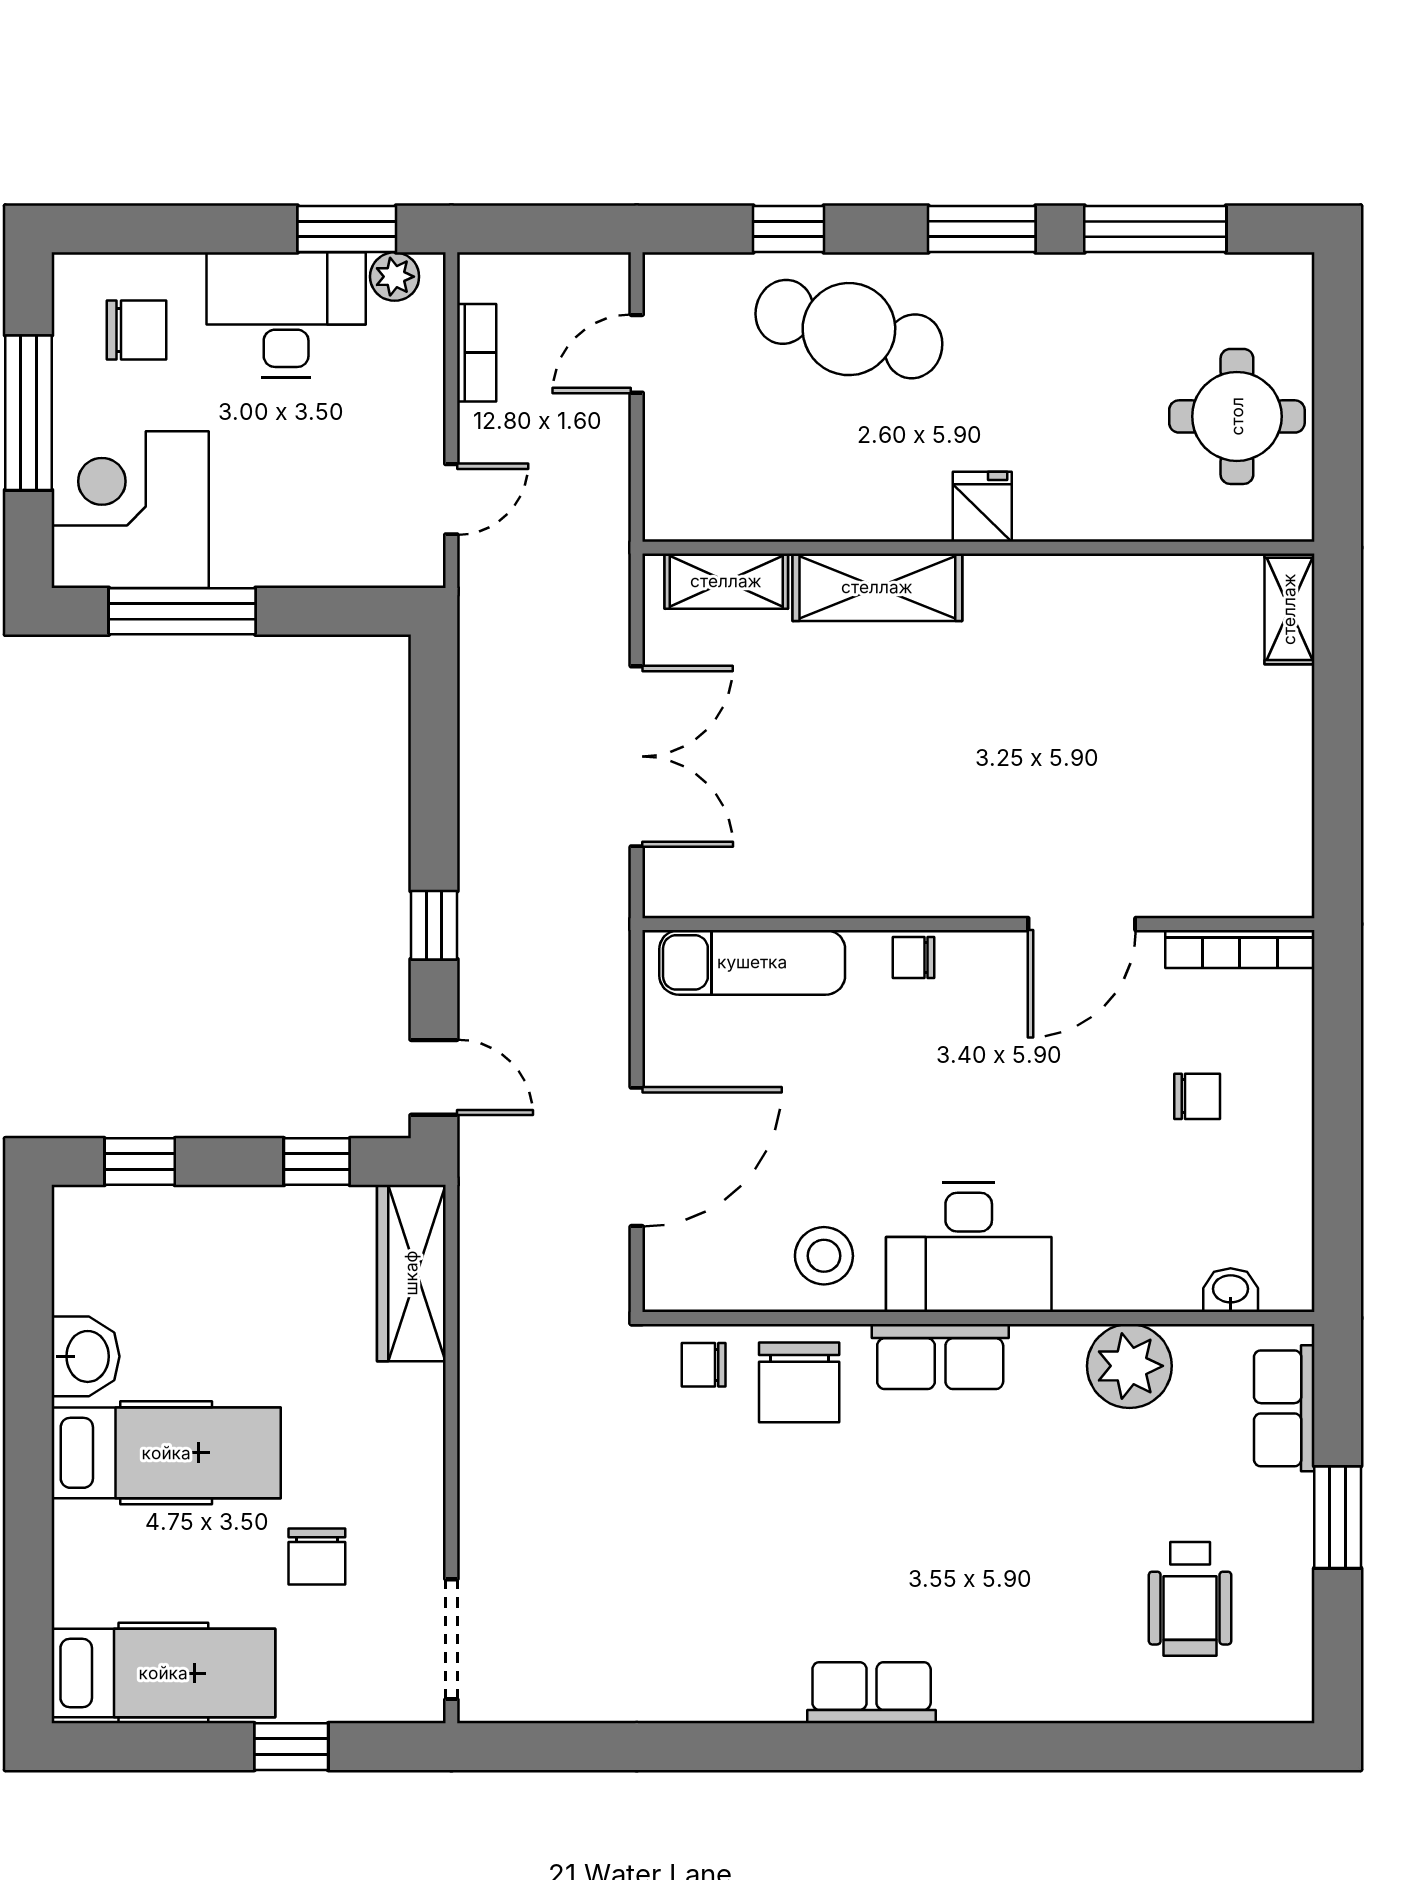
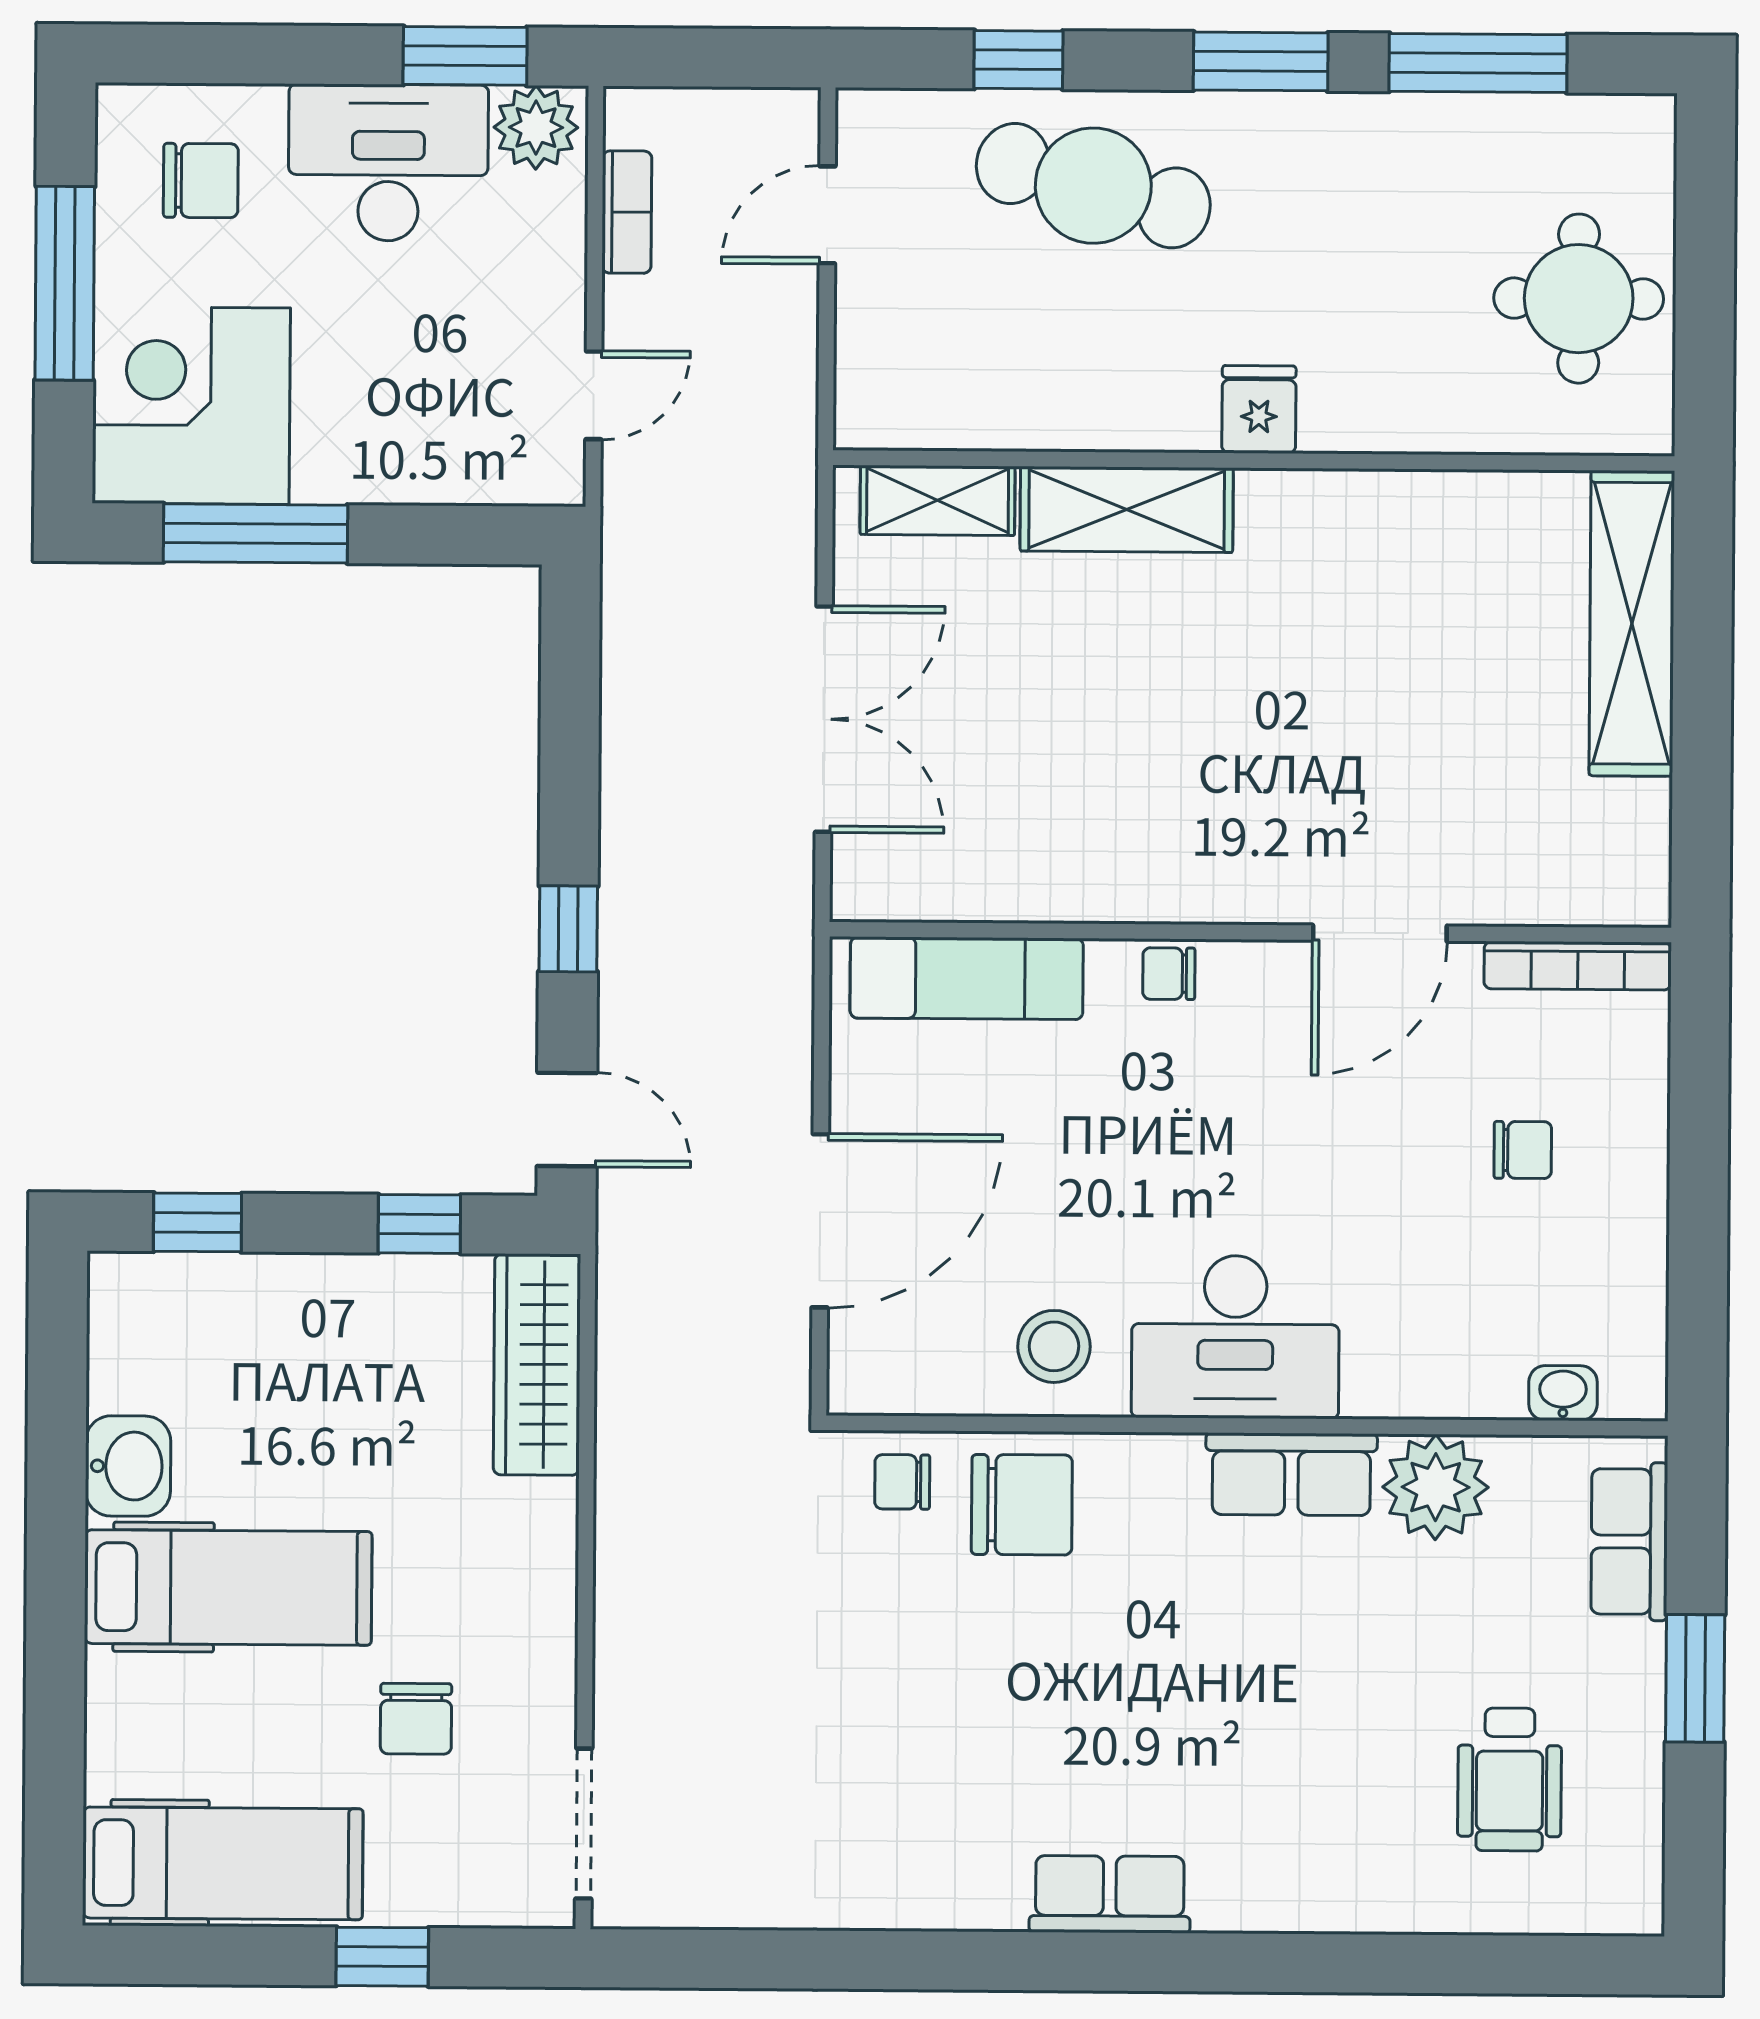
plant: (395, 277) -> (536, 127), width x1.38, depth x1.38
shelving: (1289, 609) -> (1632, 623), width x2.20, depth x1.33
row of seats: (940, 1356) -> (1291, 1474), moved
chair: (799, 1382) -> (1022, 1505), turned -90

